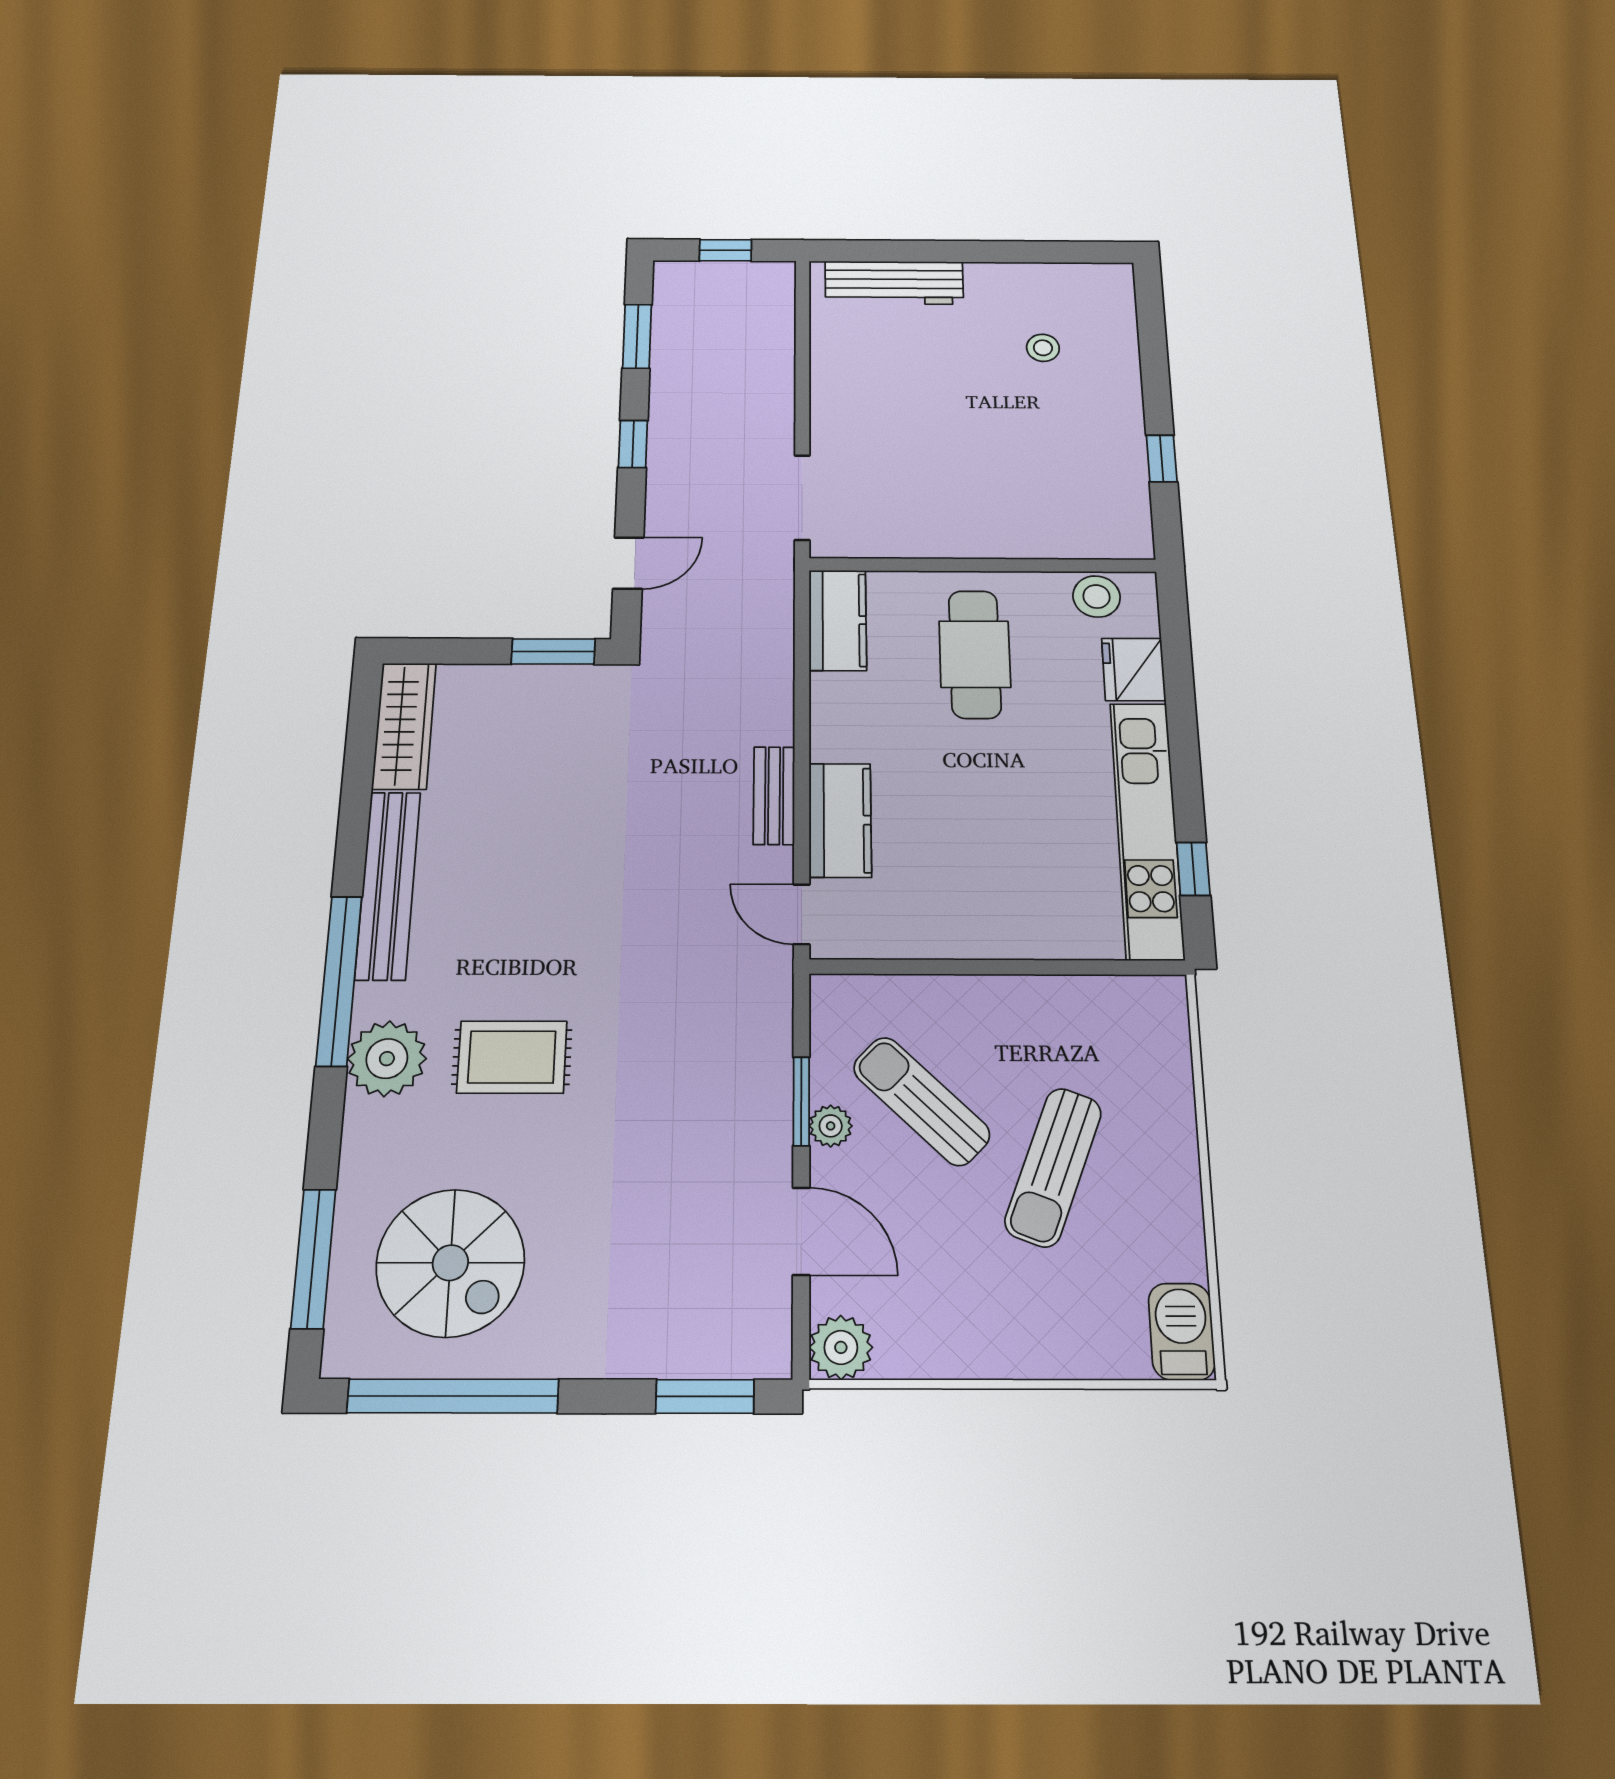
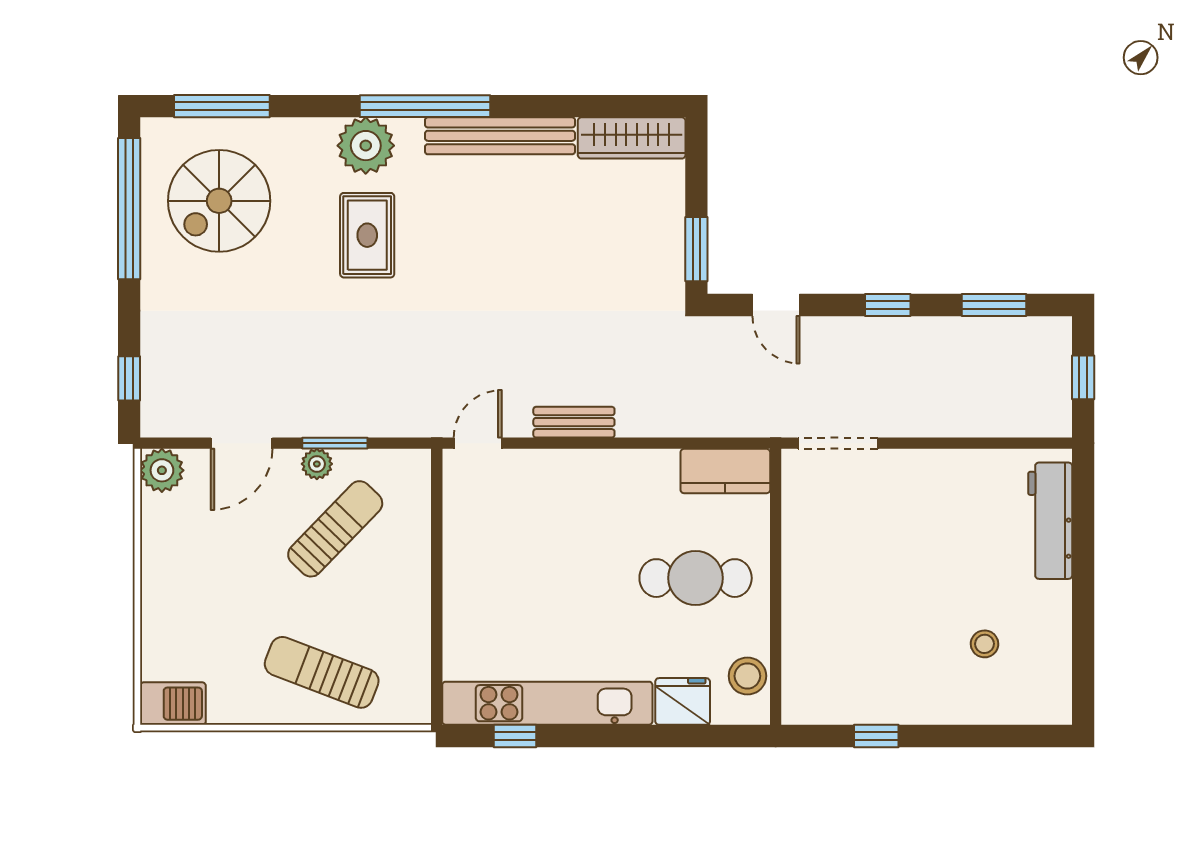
kitchen counter: (840, 820) -> (554, 472), removed
sun lounger: (1053, 1167) -> (322, 672), moved
window: (705, 1396) -> (129, 378), width x0.67

